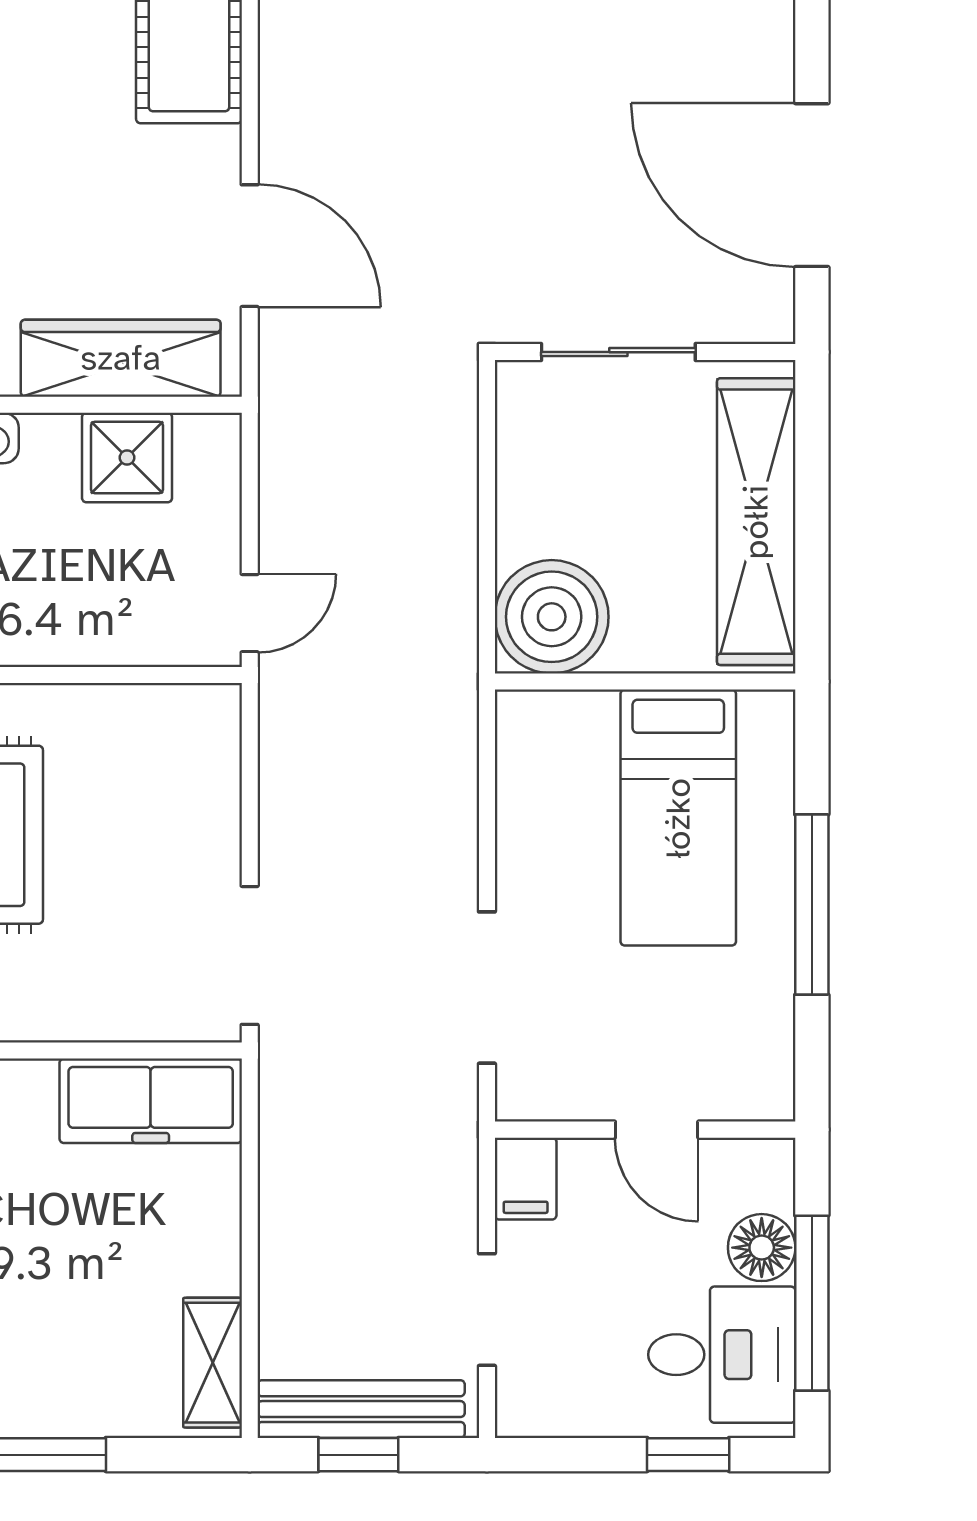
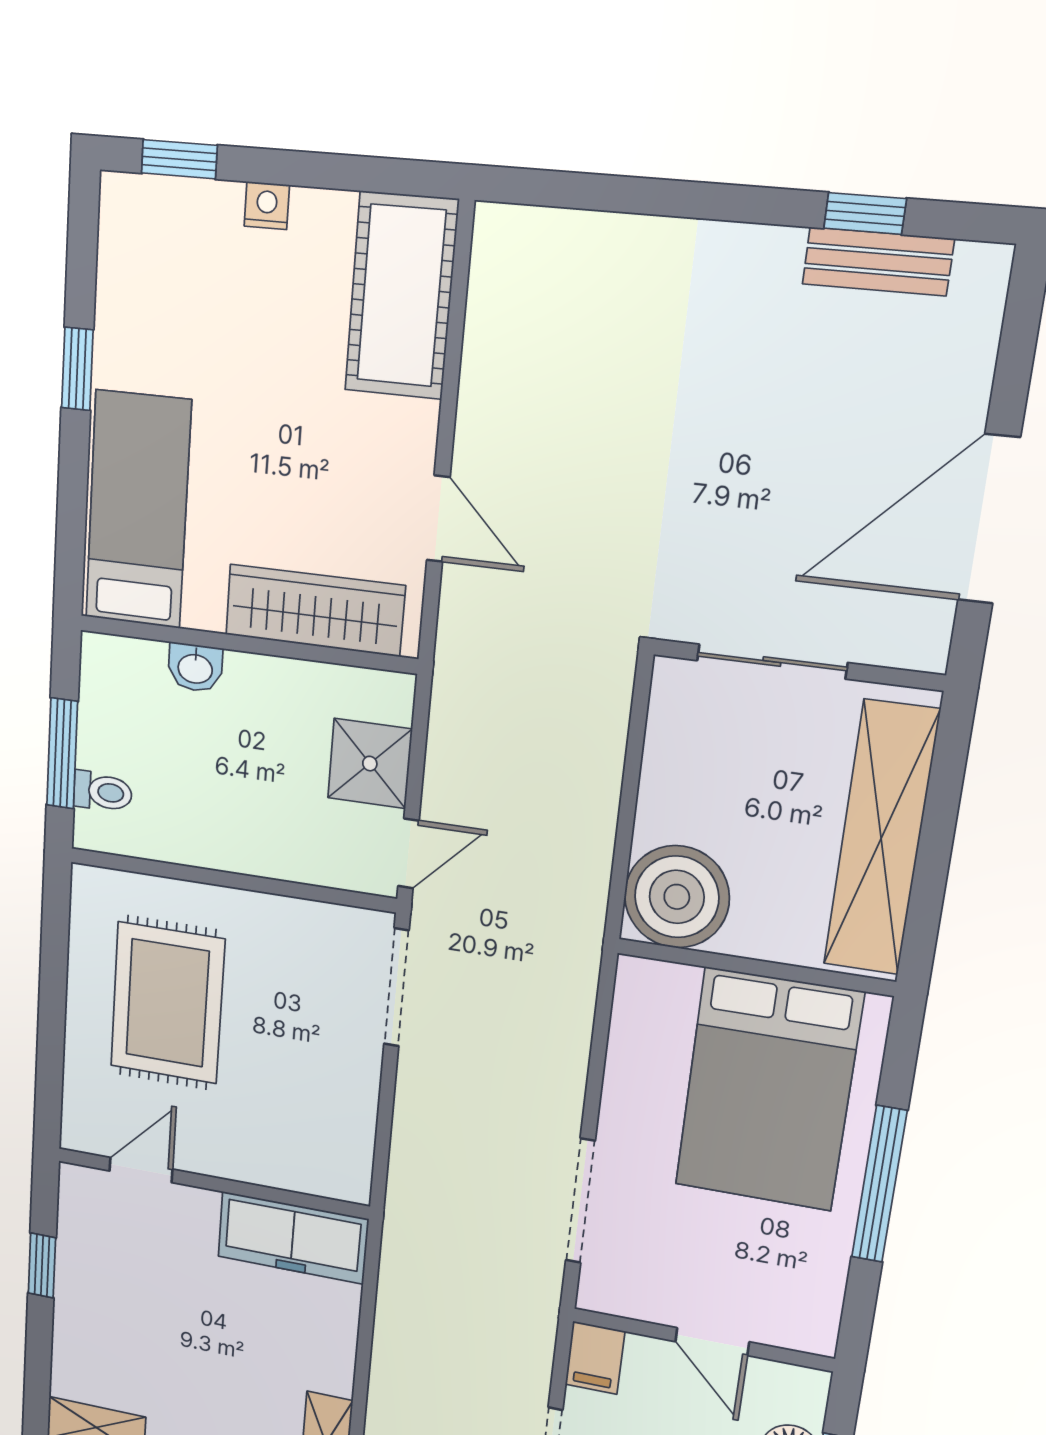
door: (812, 185) -> (989, 519), hinge flipped
door: (250, 246) -> (438, 519), width x0.73
shower: (127, 458) -> (370, 764), moved
bed: (678, 818) -> (768, 1090), width x1.50
doorway: (250, 955) -> (396, 987), moved

